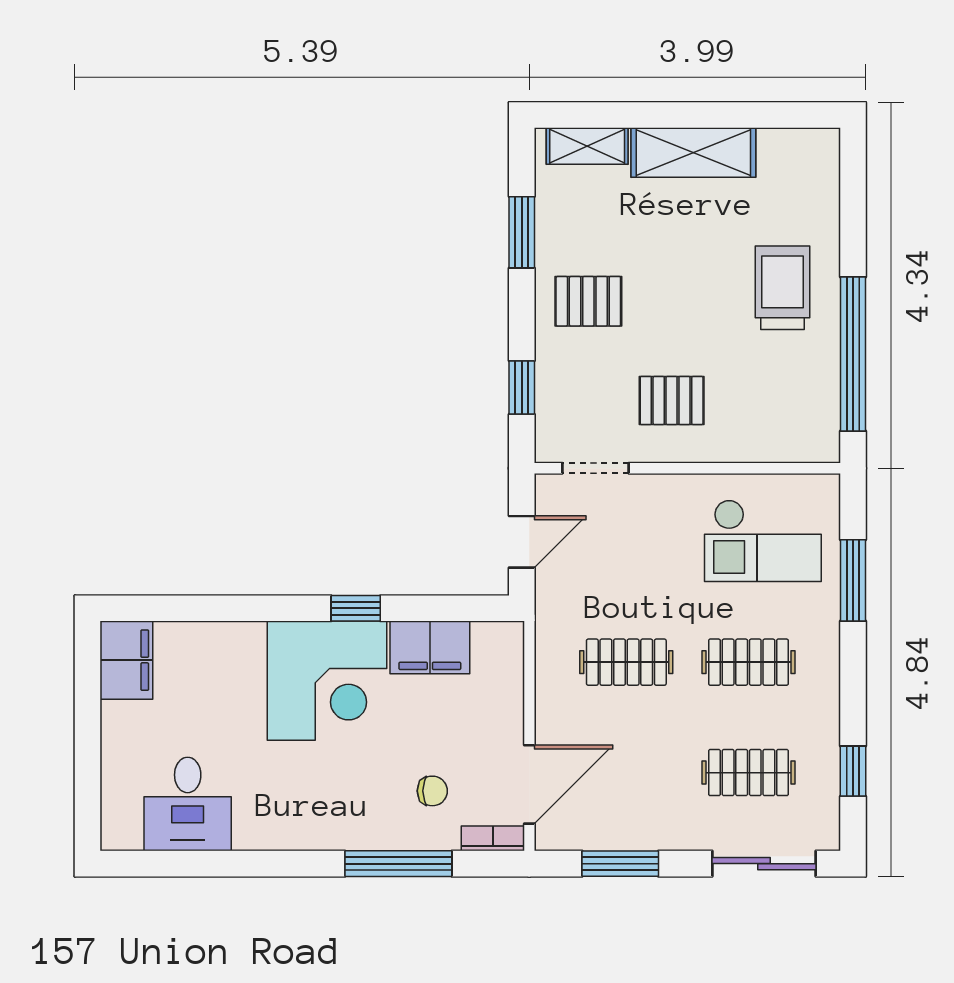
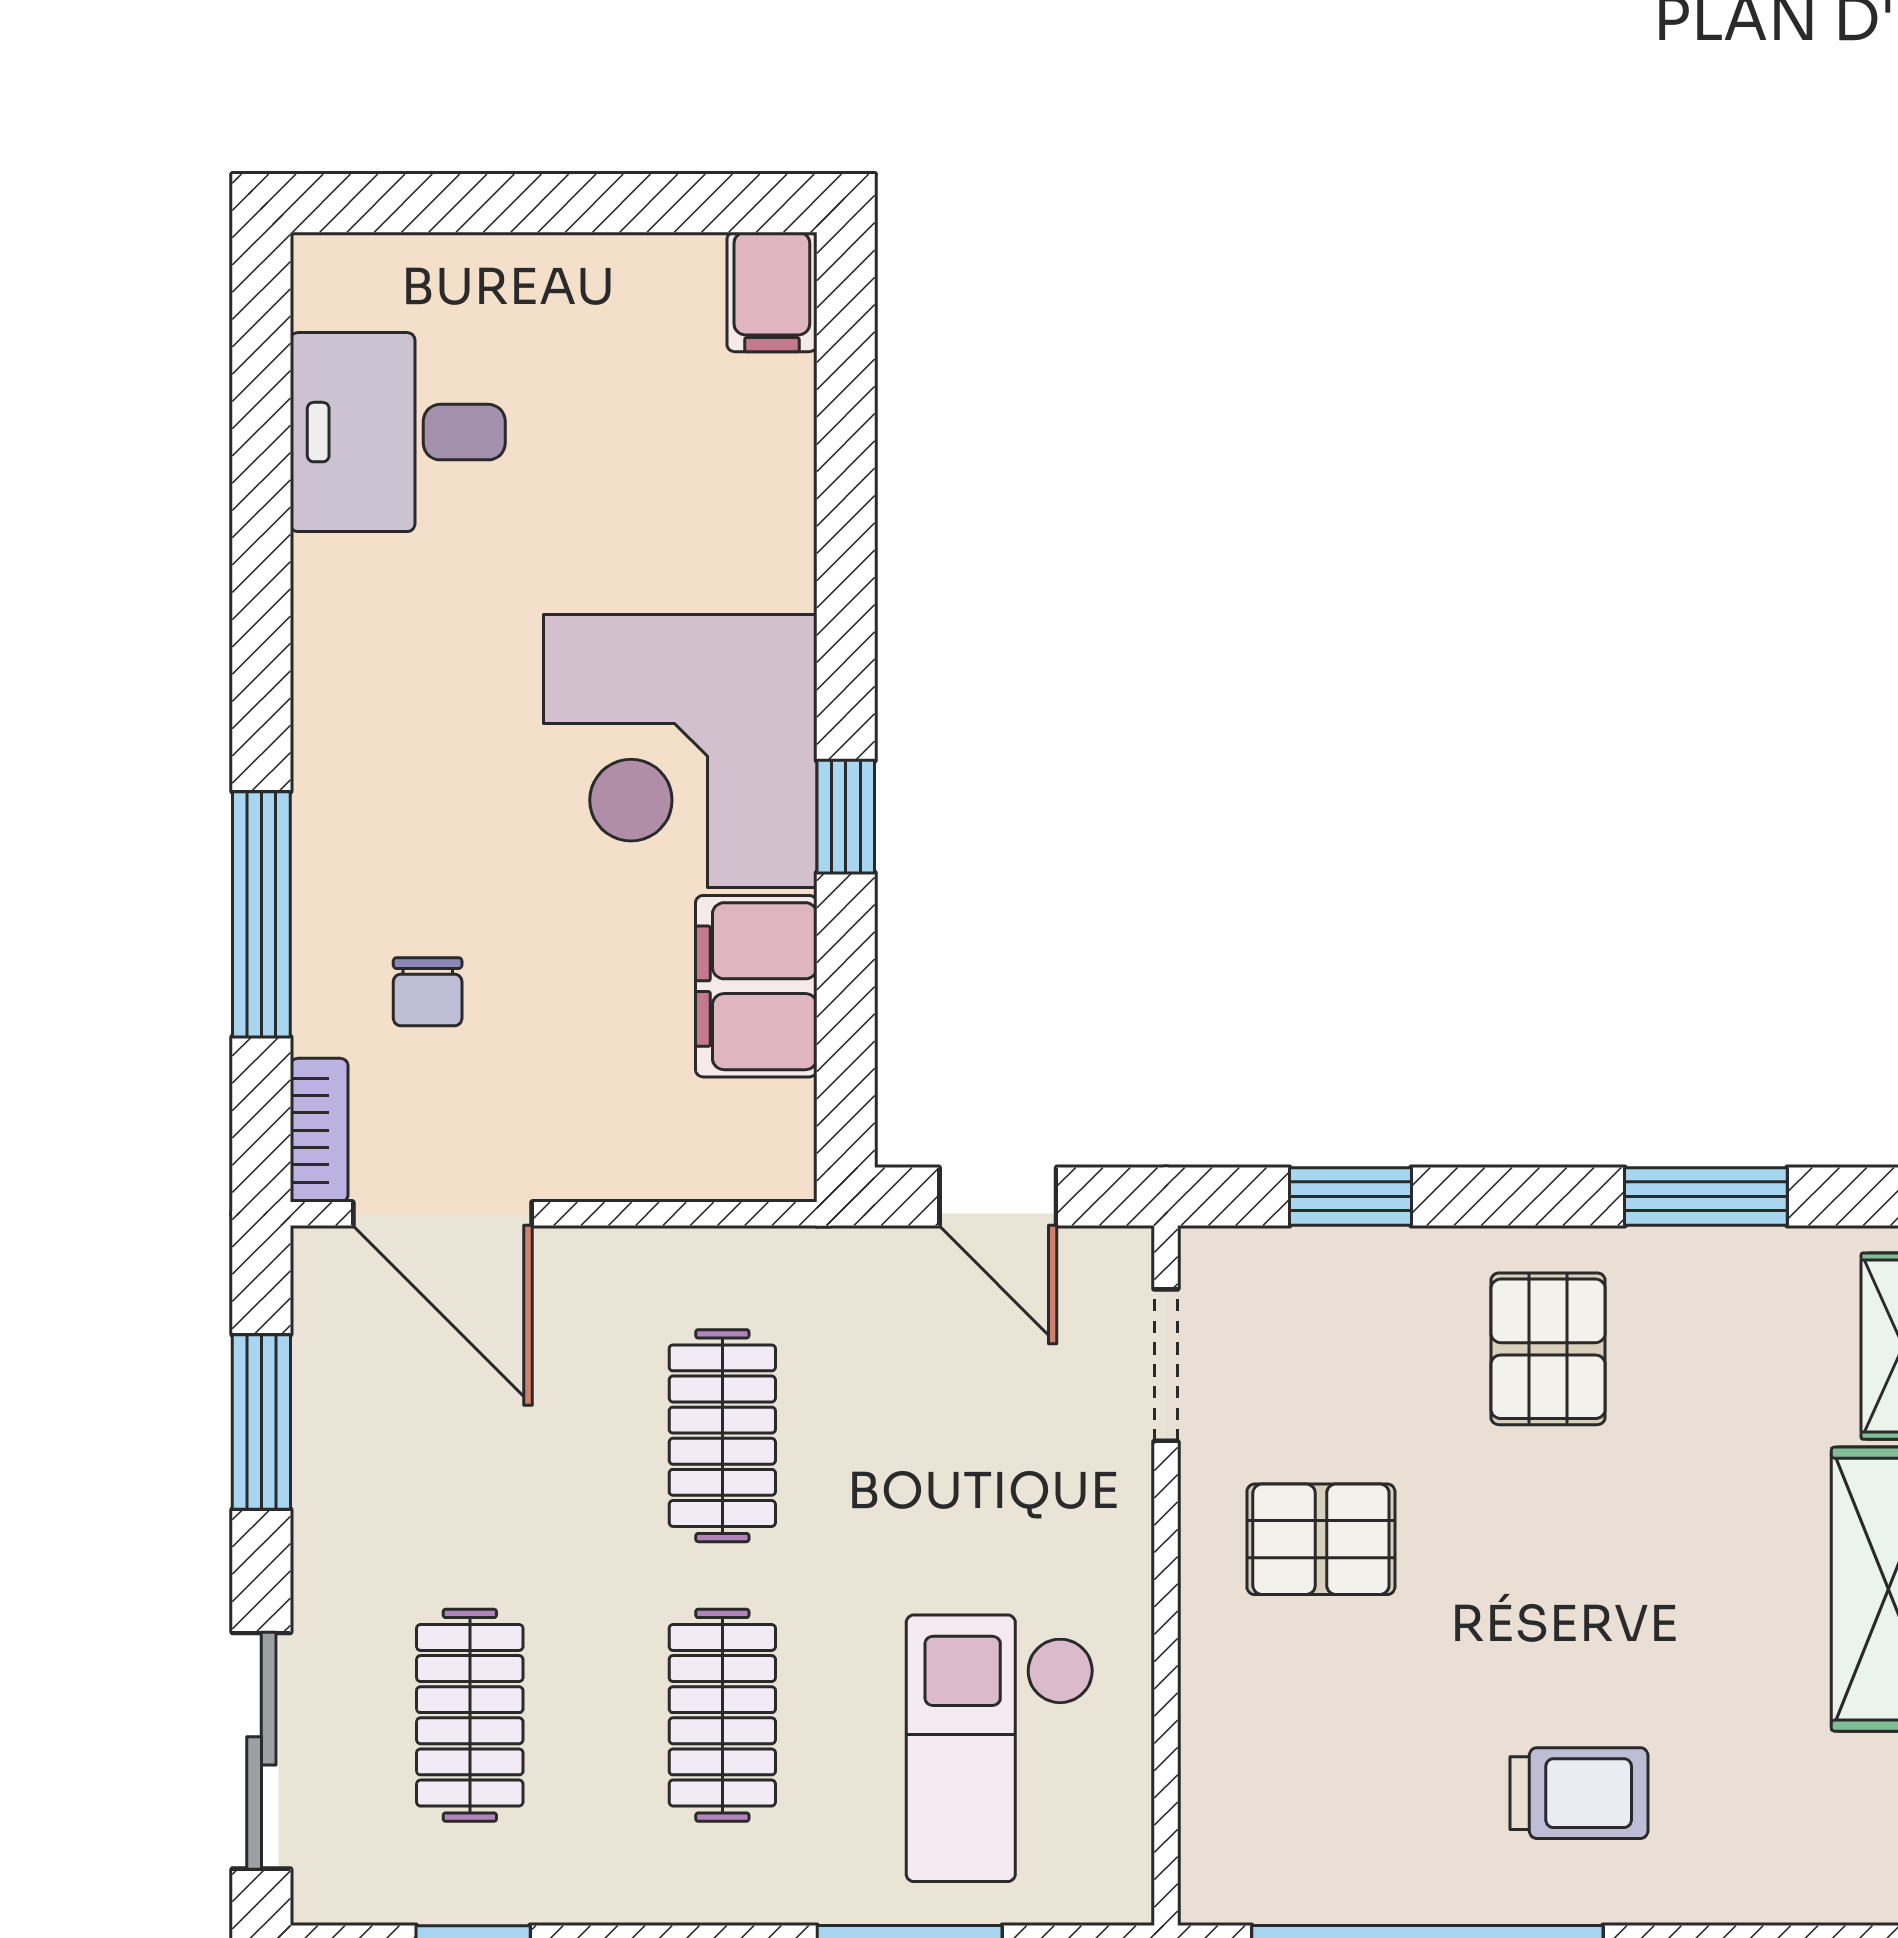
trolley: (783, 288) -> (1579, 1793), width x0.73, depth x0.72
pallet: (672, 400) -> (1321, 1539), turned 90
filing cabinet: (126, 660) -> (772, 292), width x0.50

